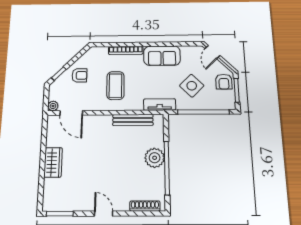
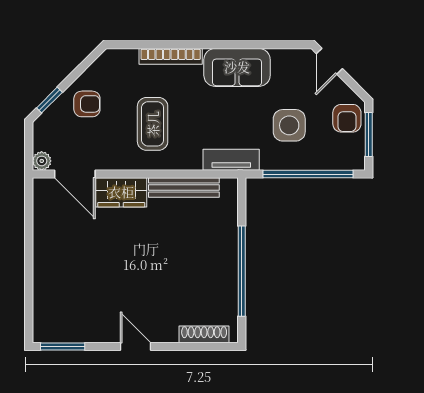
side table: (192, 86) -> (289, 125), turned 45
plant: (155, 158) -> (221, 254), removed
wardrobe: (53, 162) -> (121, 192), moved, turned 90

